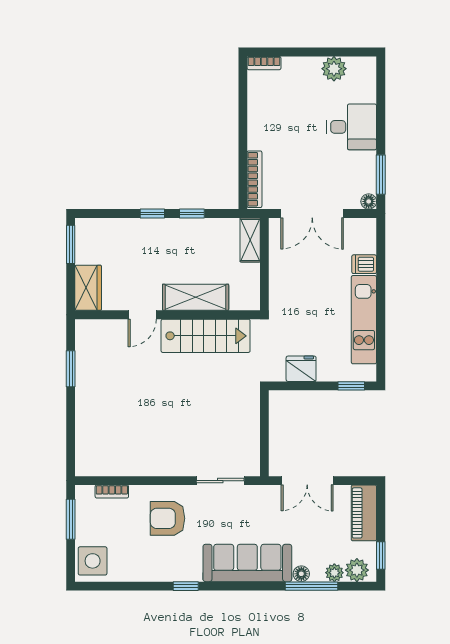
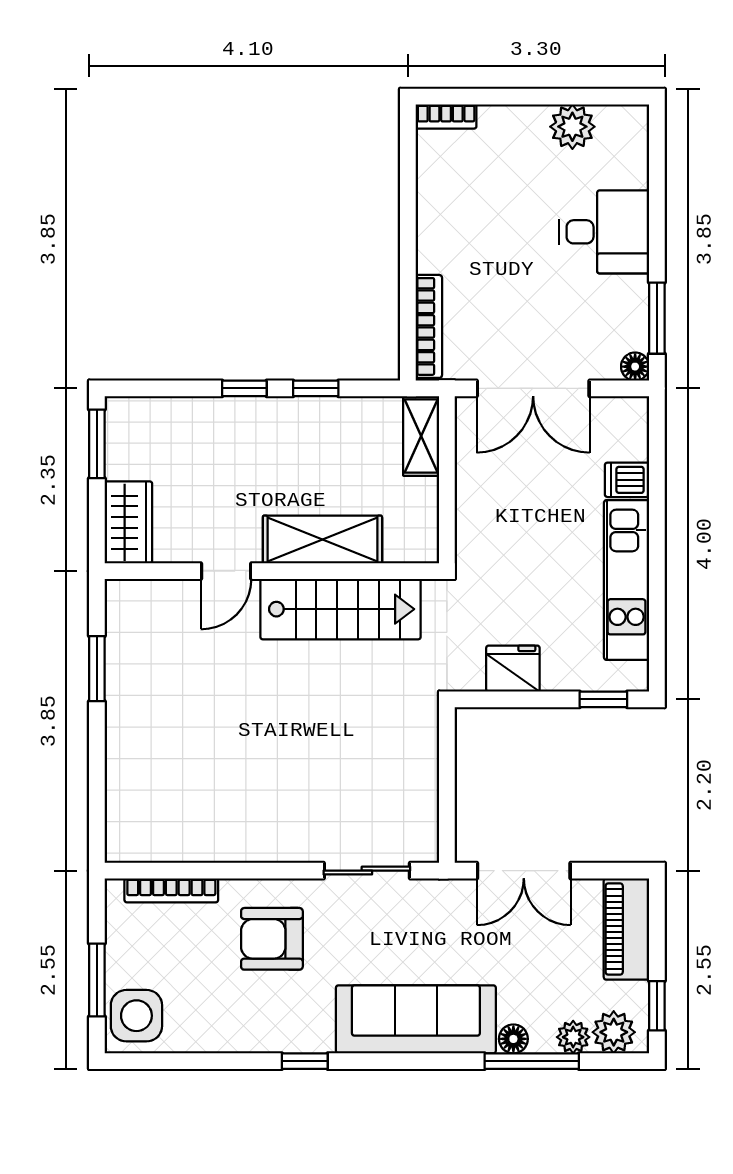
bookcase: (112, 492) -> (171, 890), width x1.56
window: (71, 519) -> (97, 980), moved

